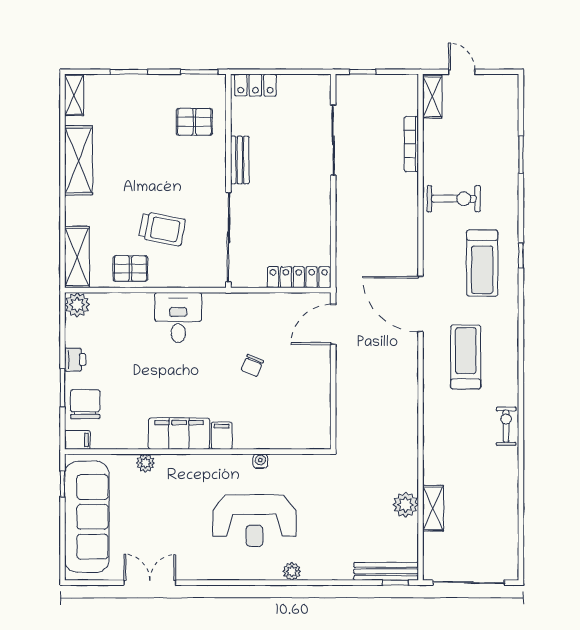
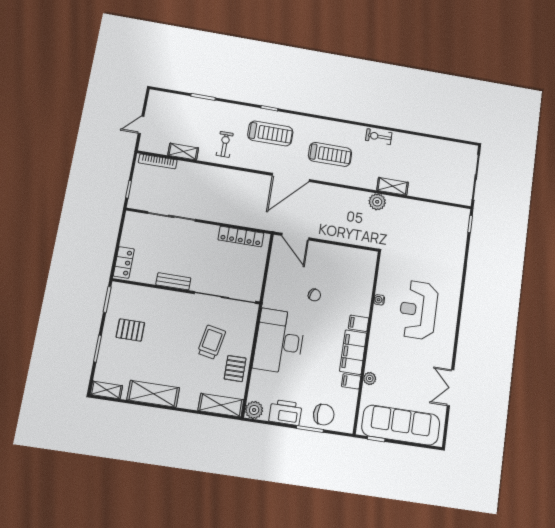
shelving: (432, 97) -> (183, 152), moved
pallet: (194, 122) -> (130, 330), moved, turned 90
bookcase: (411, 144) -> (158, 161), moved
exercise bike: (454, 199) -> (225, 144), width x0.73, depth x0.72
locker: (299, 277) -> (241, 236), moved, turned -90
desk: (178, 317) -> (279, 341), width x1.87, depth x1.30
treadmill: (466, 357) -> (330, 154), turned 180
printer: (75, 360) -> (285, 412), width x1.87, depth x1.48
chair: (85, 404) -> (324, 415), turned 180
filing cabinet: (77, 440) -> (351, 381), moved, turned -90
plant: (406, 505) -> (377, 202), moved
shelving: (433, 508) -> (393, 186), moved
reception desk: (254, 521) -> (418, 310), turned 180
plant: (292, 571) -> (455, 291), removed
bench: (386, 571) -> (462, 229), removed

